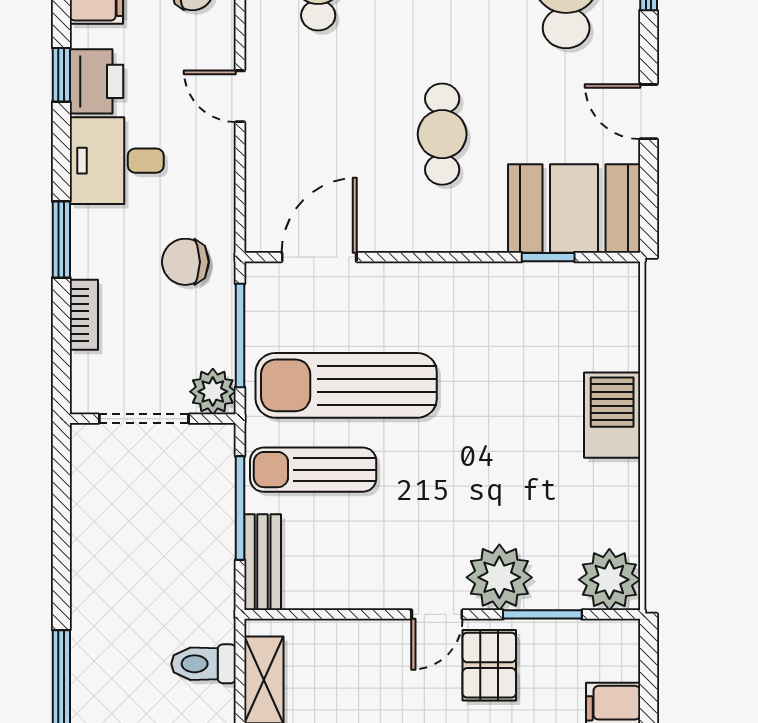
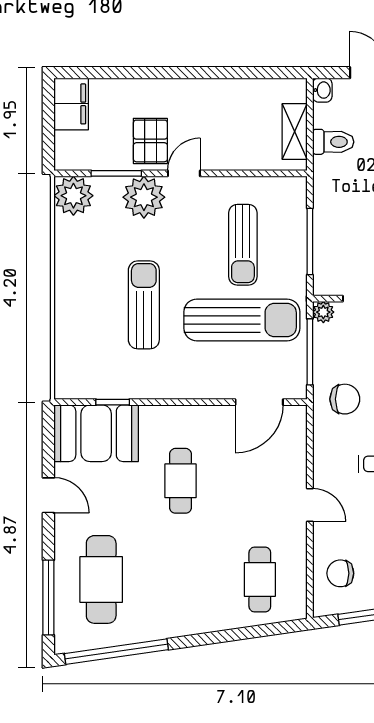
plant: (213, 392) -> (323, 312), width x0.73, depth x0.73
sun lounger: (499, 409) -> (144, 305), added
barbecue: (612, 415) -> (72, 301), removed
sun lounger: (313, 470) -> (243, 245), moved, turned 90
bench: (263, 562) -> (295, 207), removed

